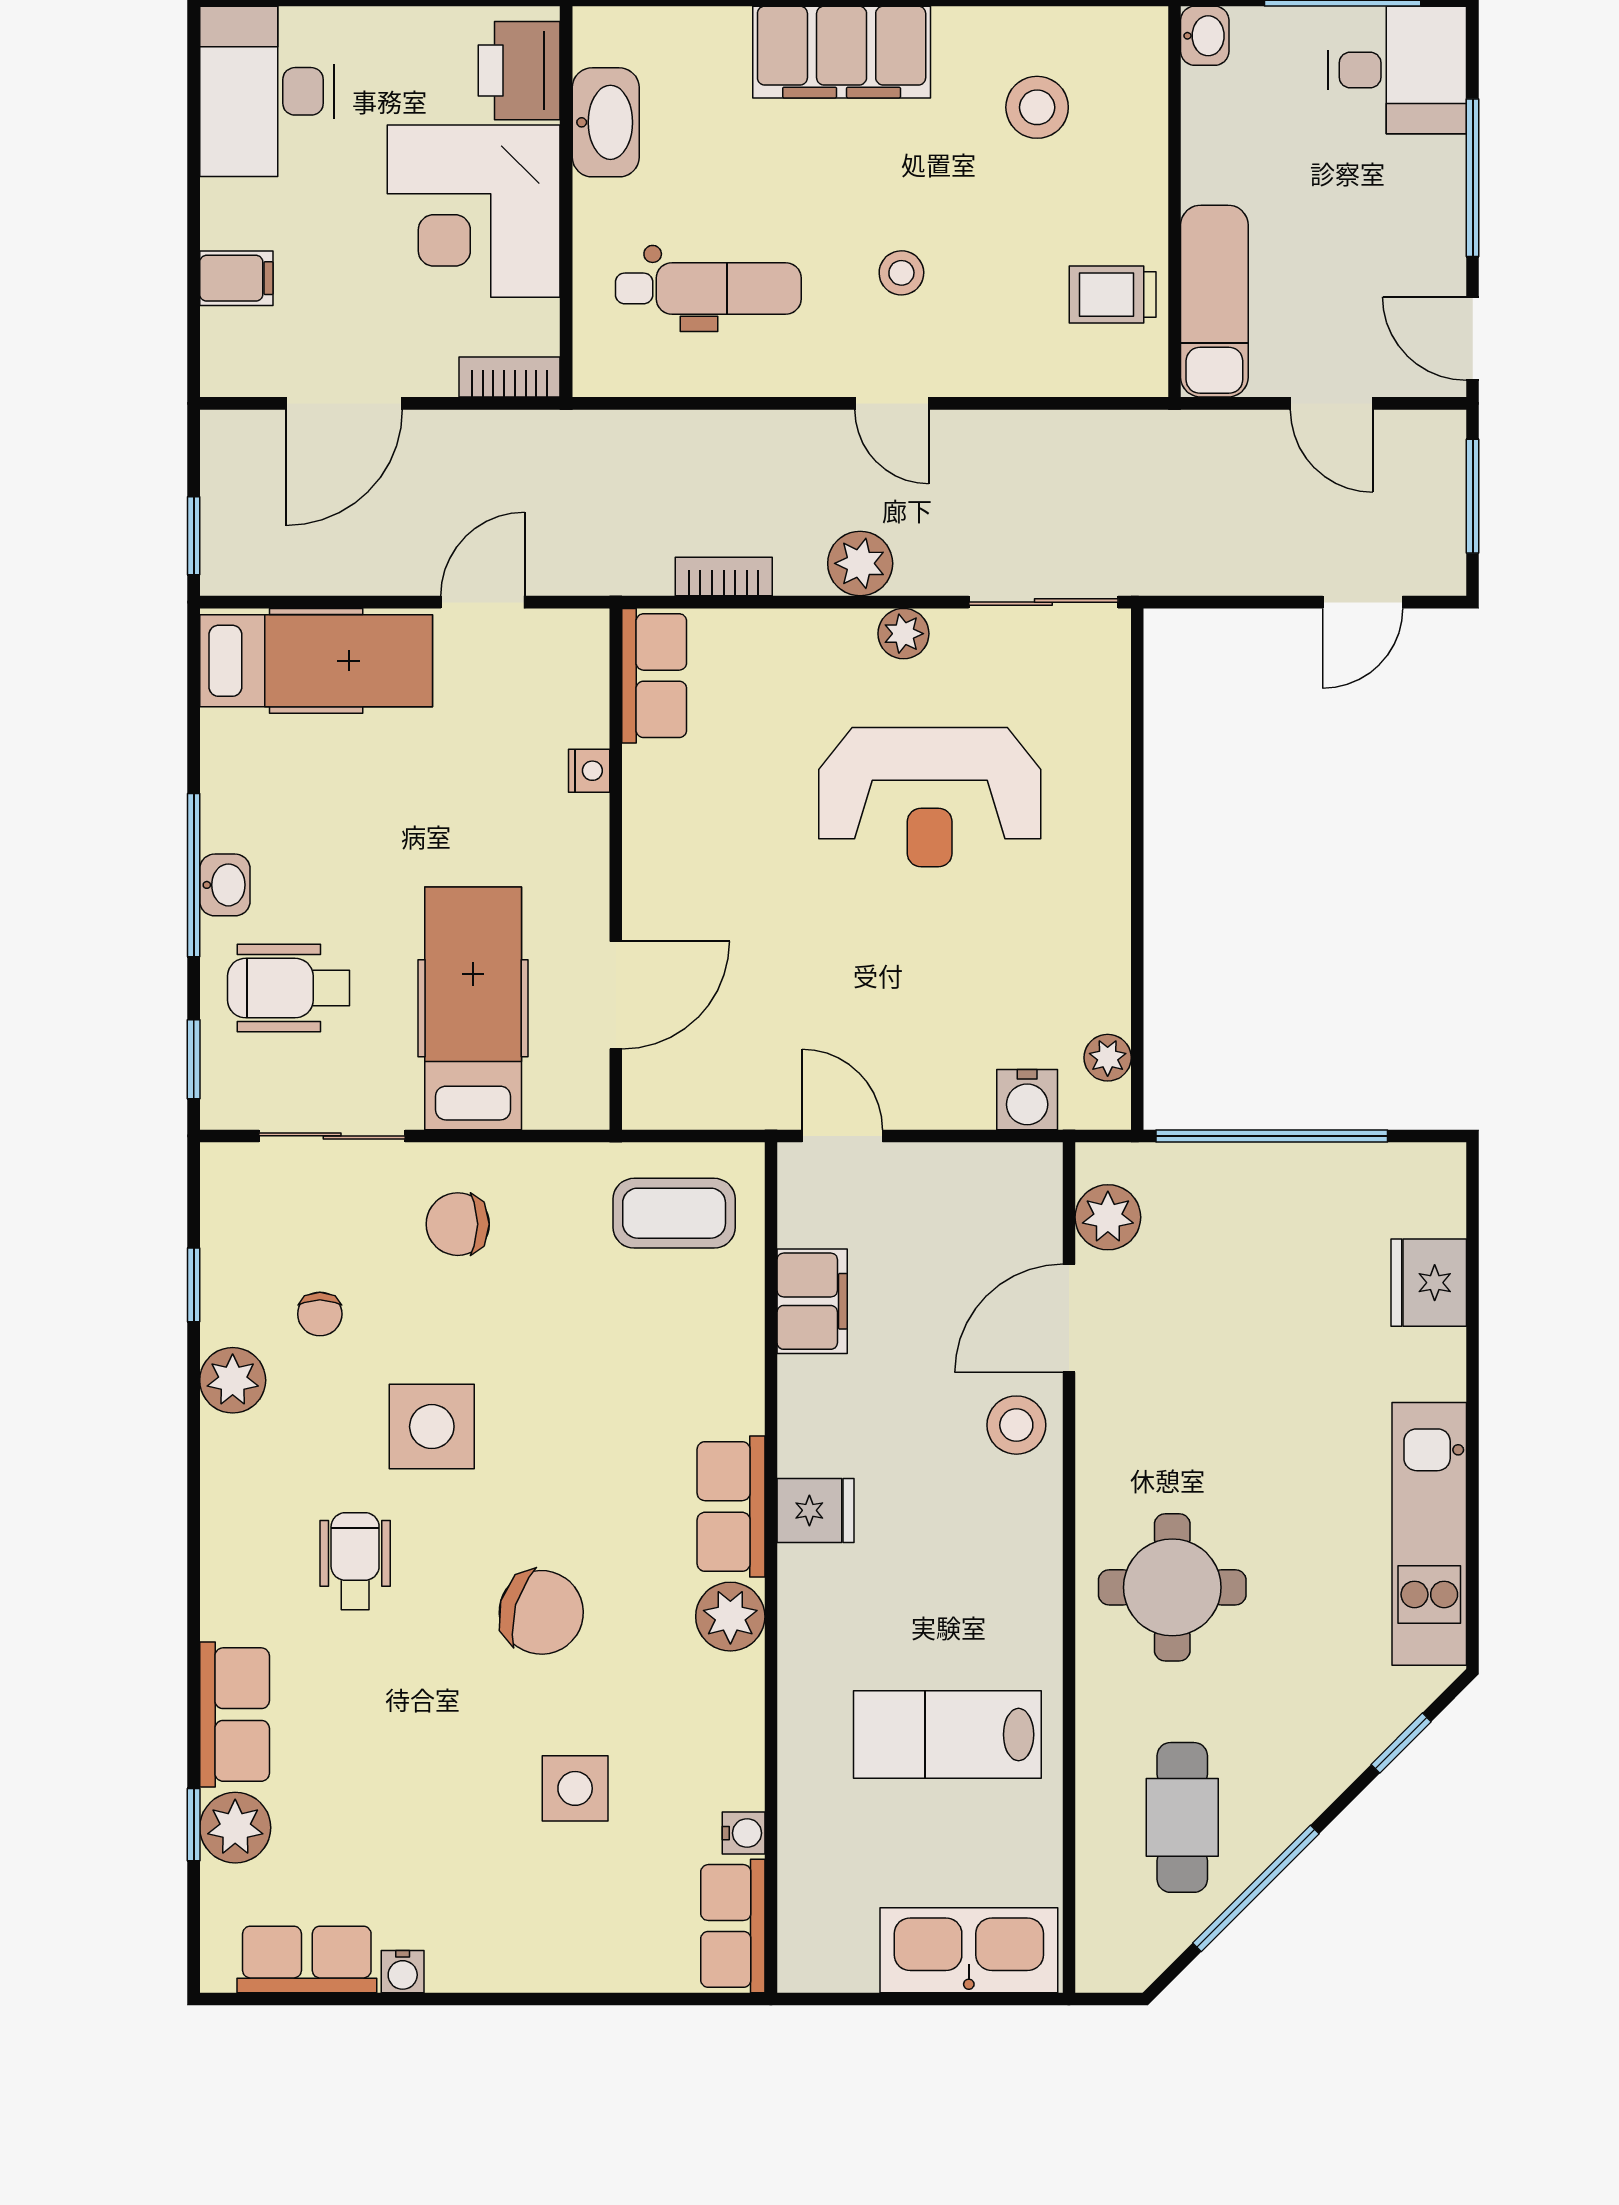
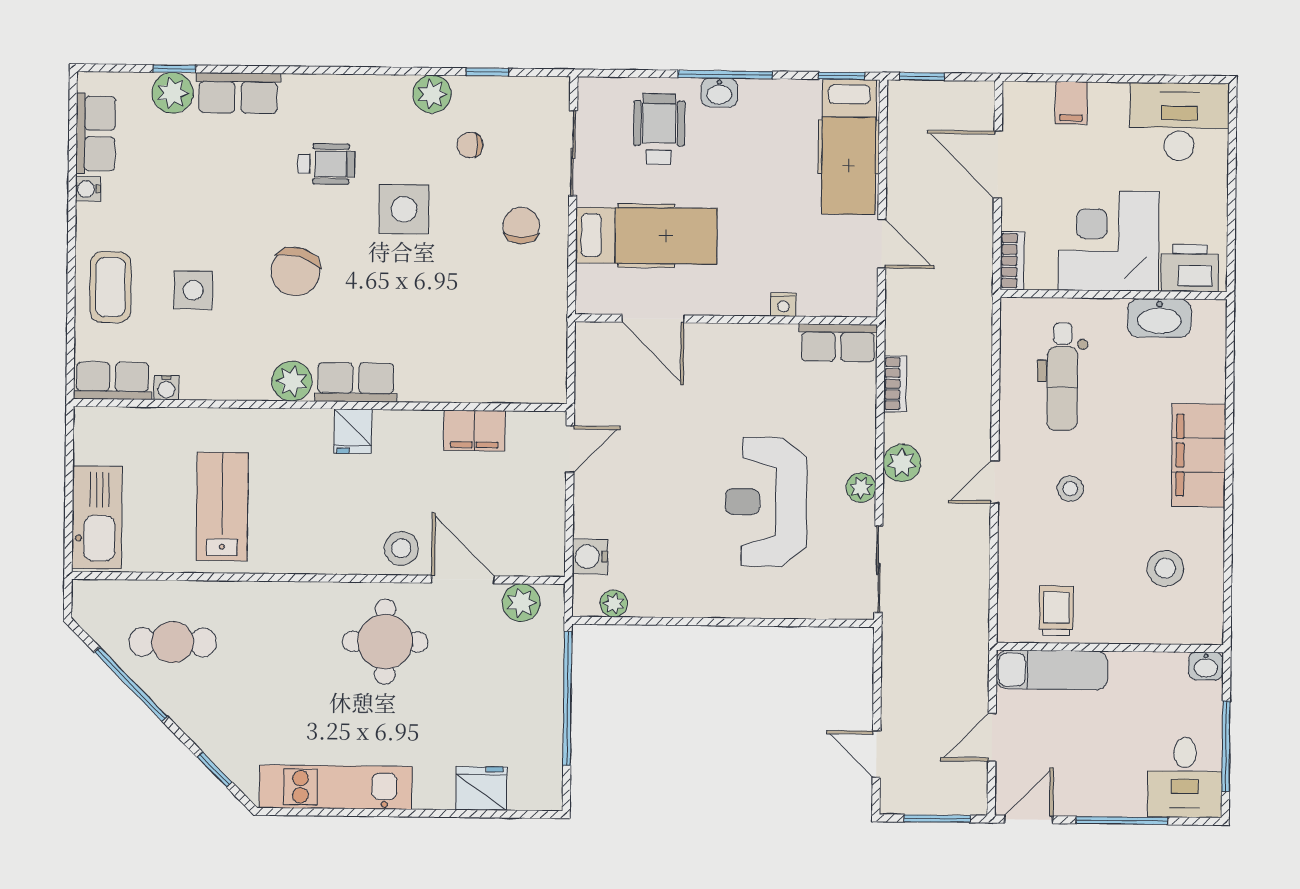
window: (194, 1059) -> (842, 76), moved
coffee table: (674, 1213) -> (110, 287), moved
round table: (1172, 1587) -> (385, 642), moved

